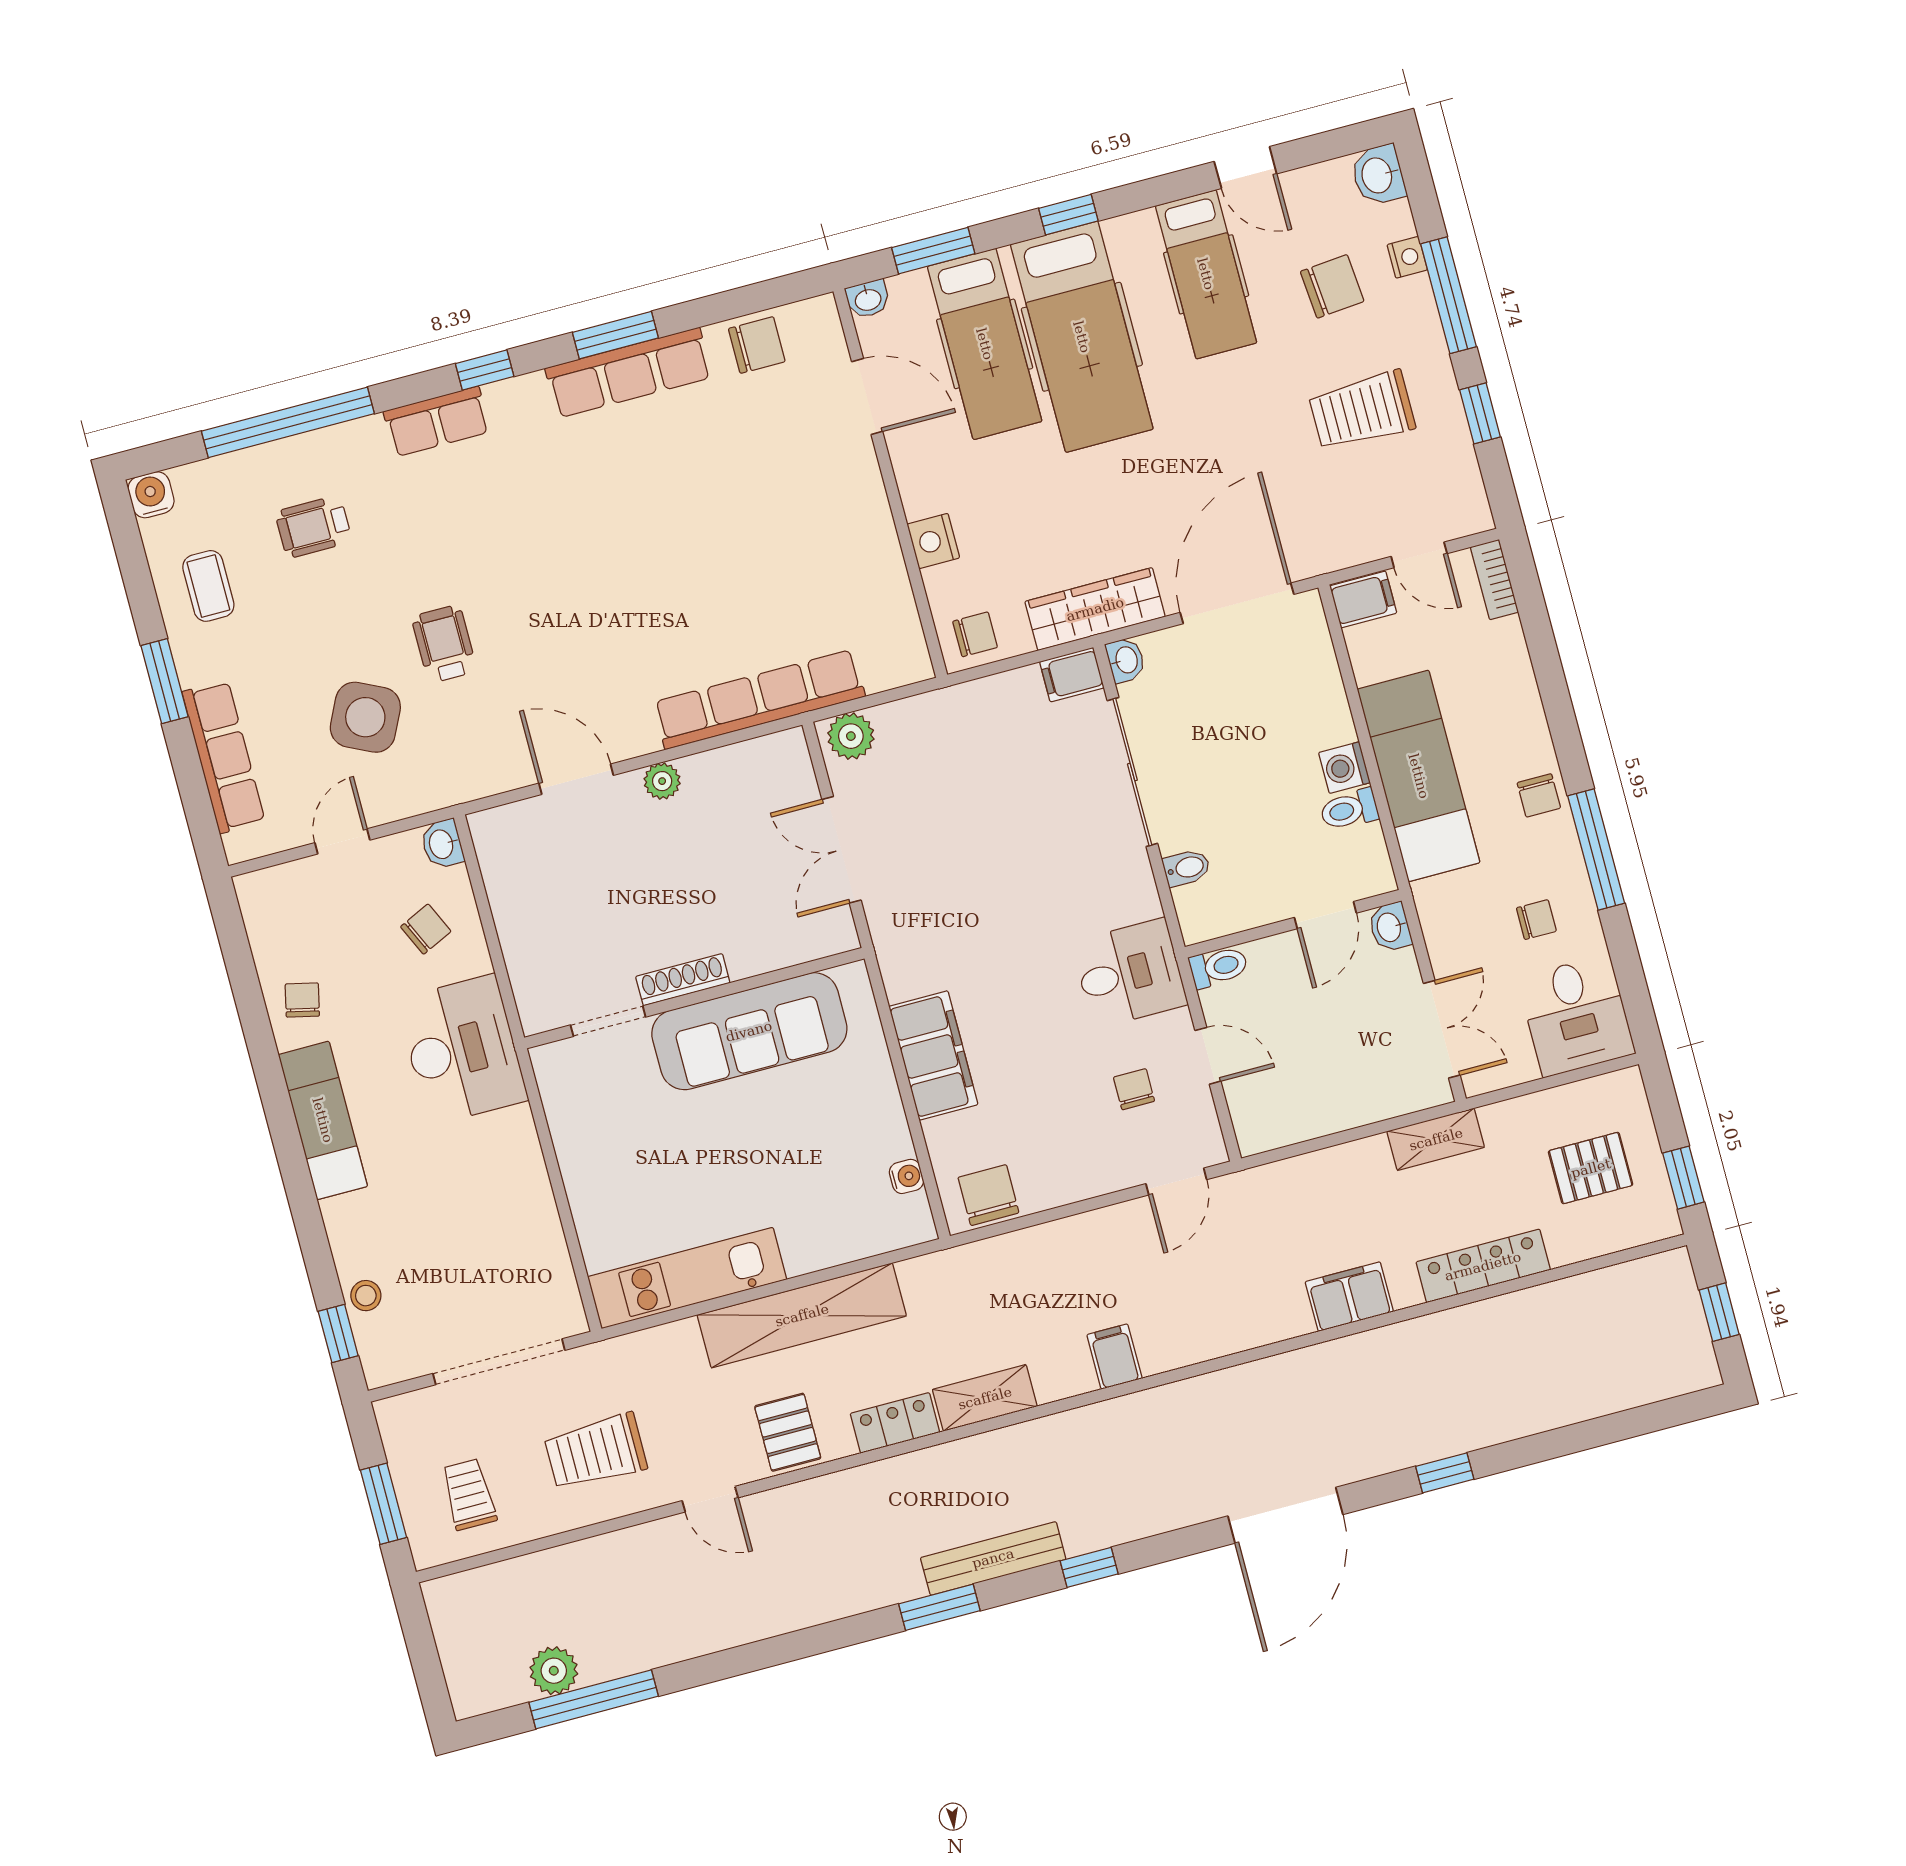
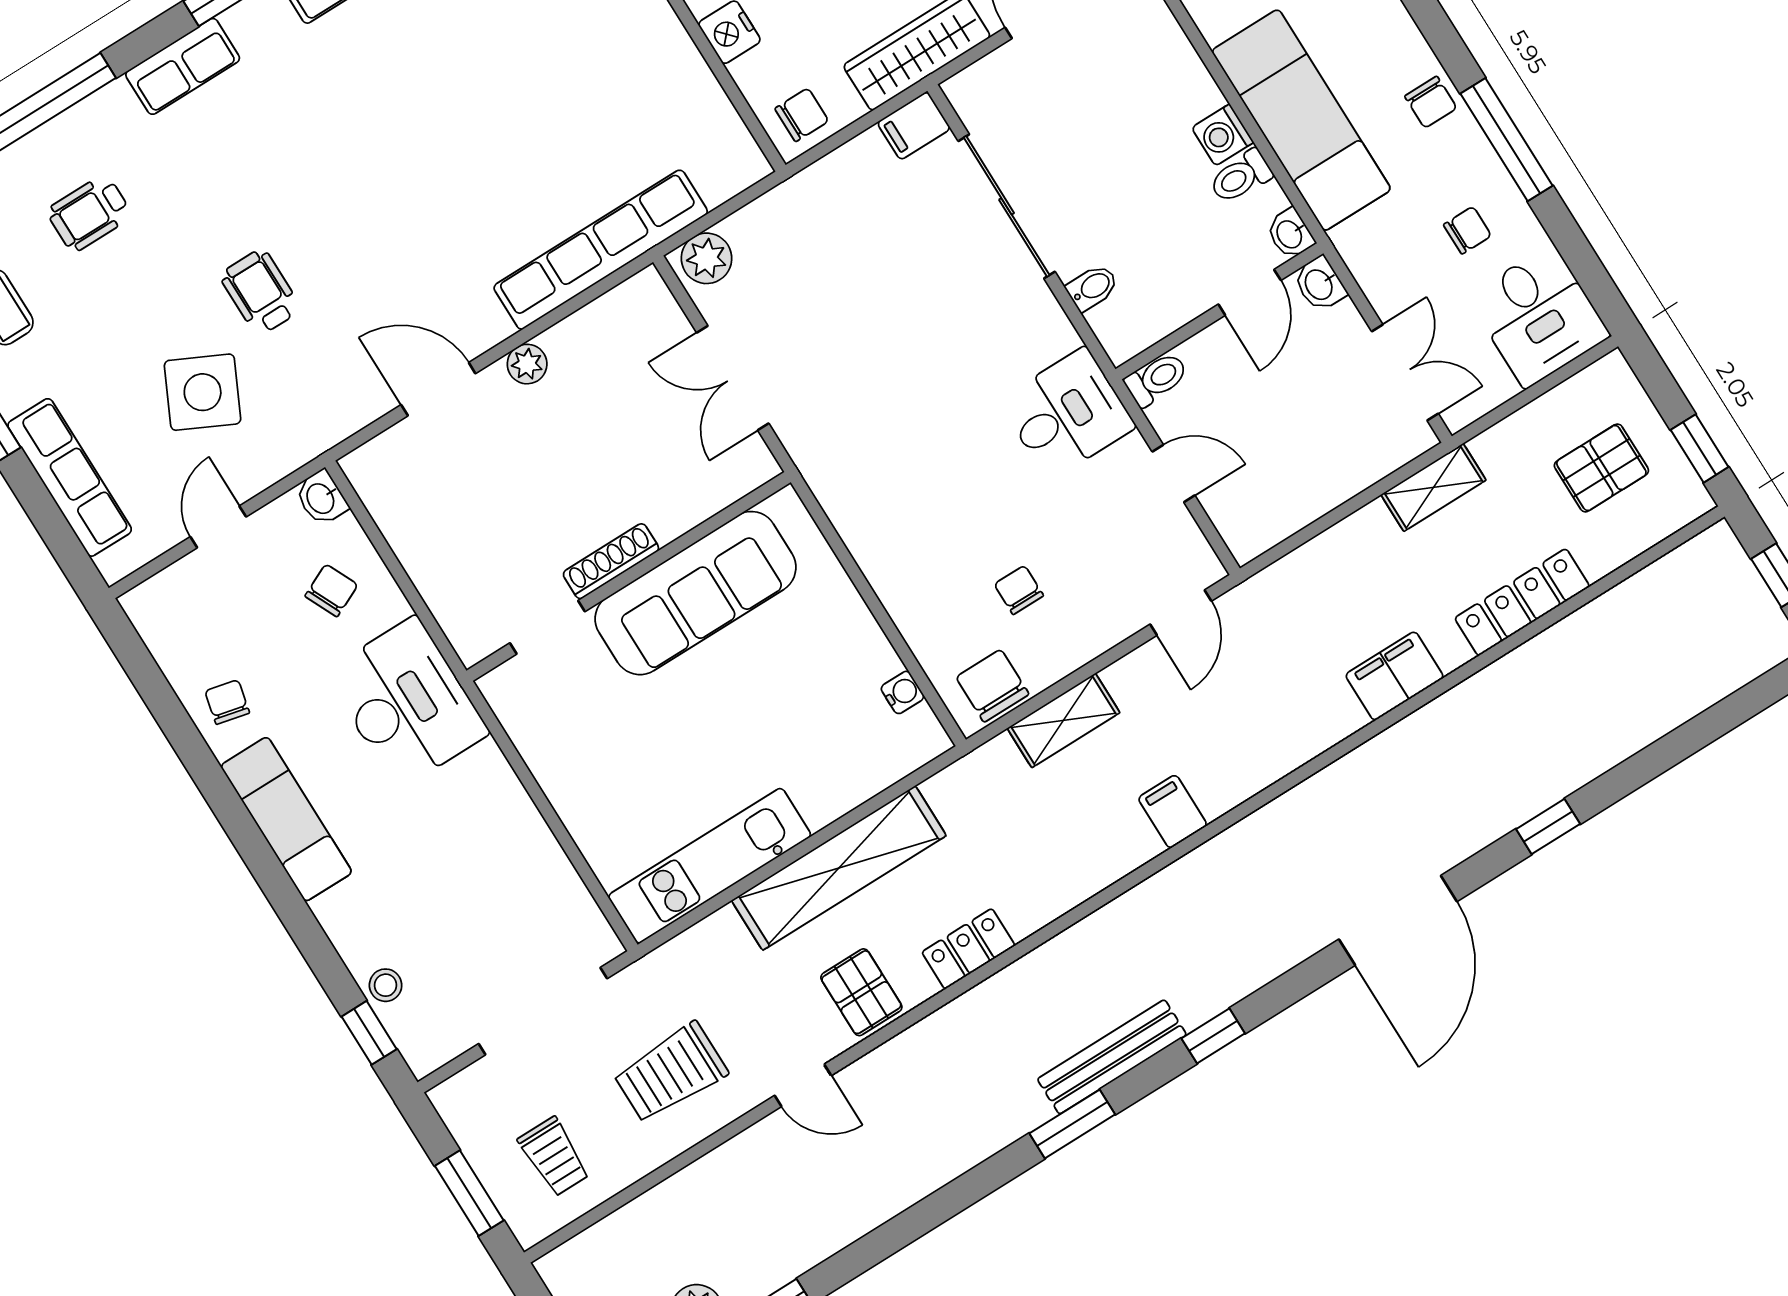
washbasin: (1126, 660) -> (1290, 234), moved, turned 180
filing cabinet: (933, 1055) -> (892, 560), removed
chair: (1134, 1089) -> (1019, 590), moved
shelving: (985, 1398) -> (1063, 720), moved
trolley: (469, 1494) -> (554, 1157), turned 180

